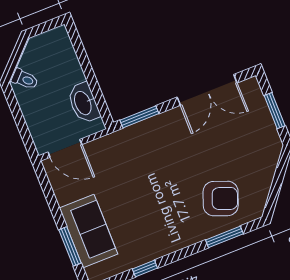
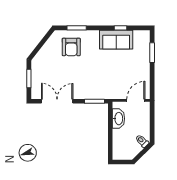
door: (65, 148) -> (136, 100), hinge flipped
armchair: (221, 199) -> (71, 47), turned -111
sofa: (89, 231) -> (116, 40), moved, turned -90

